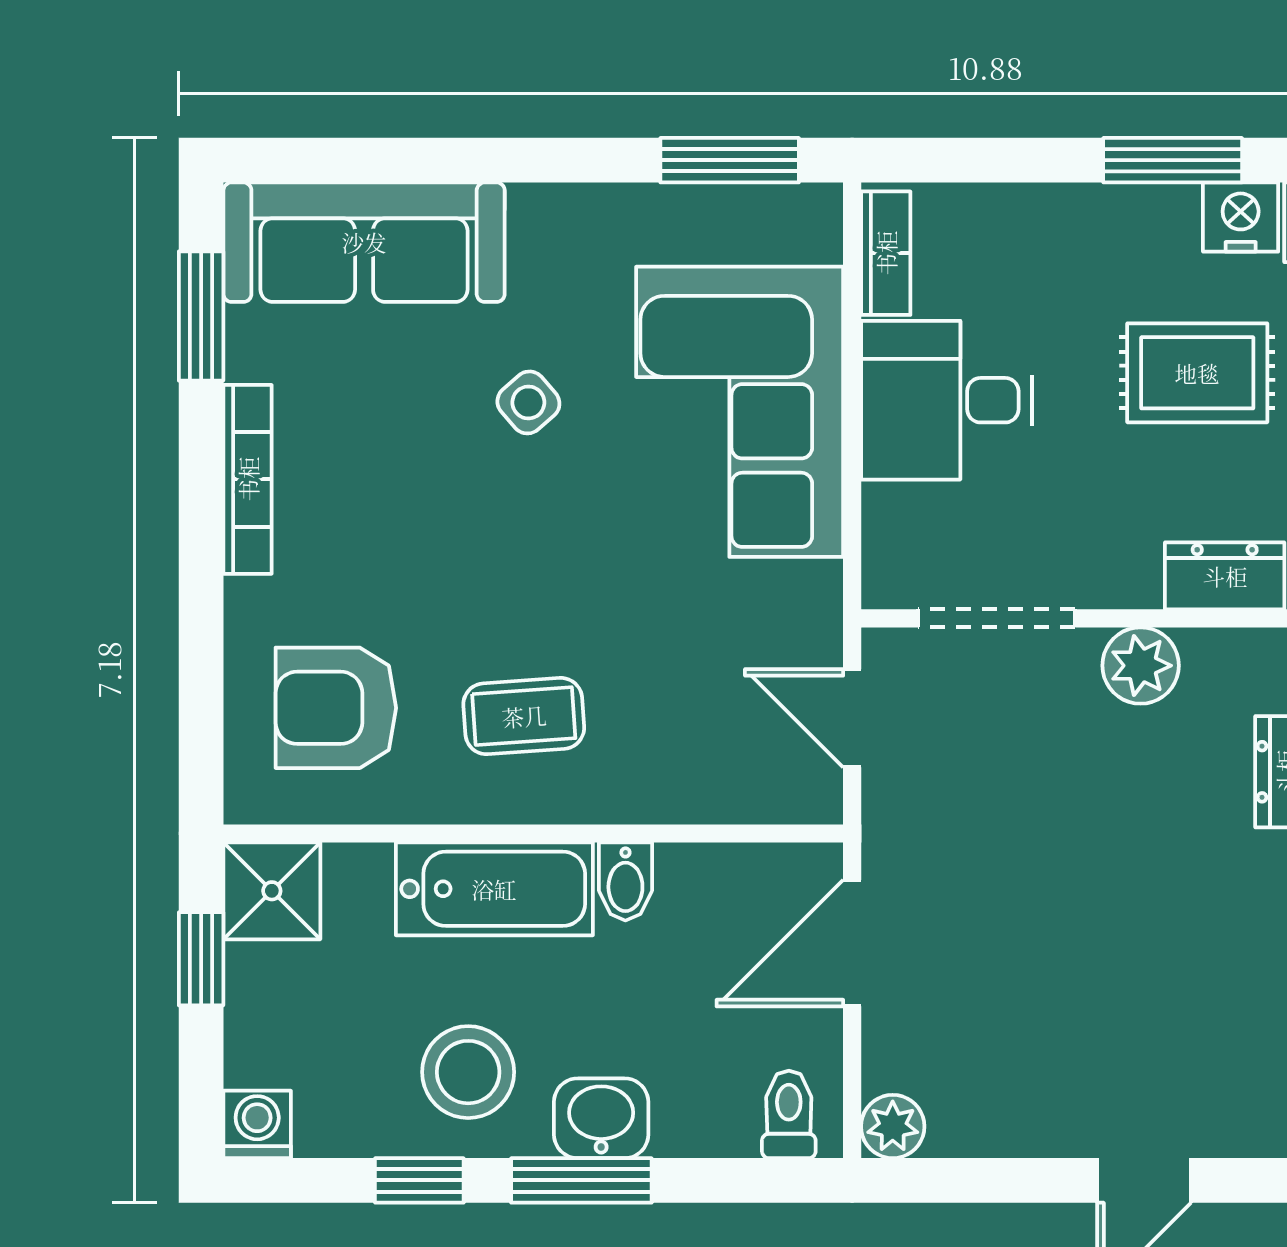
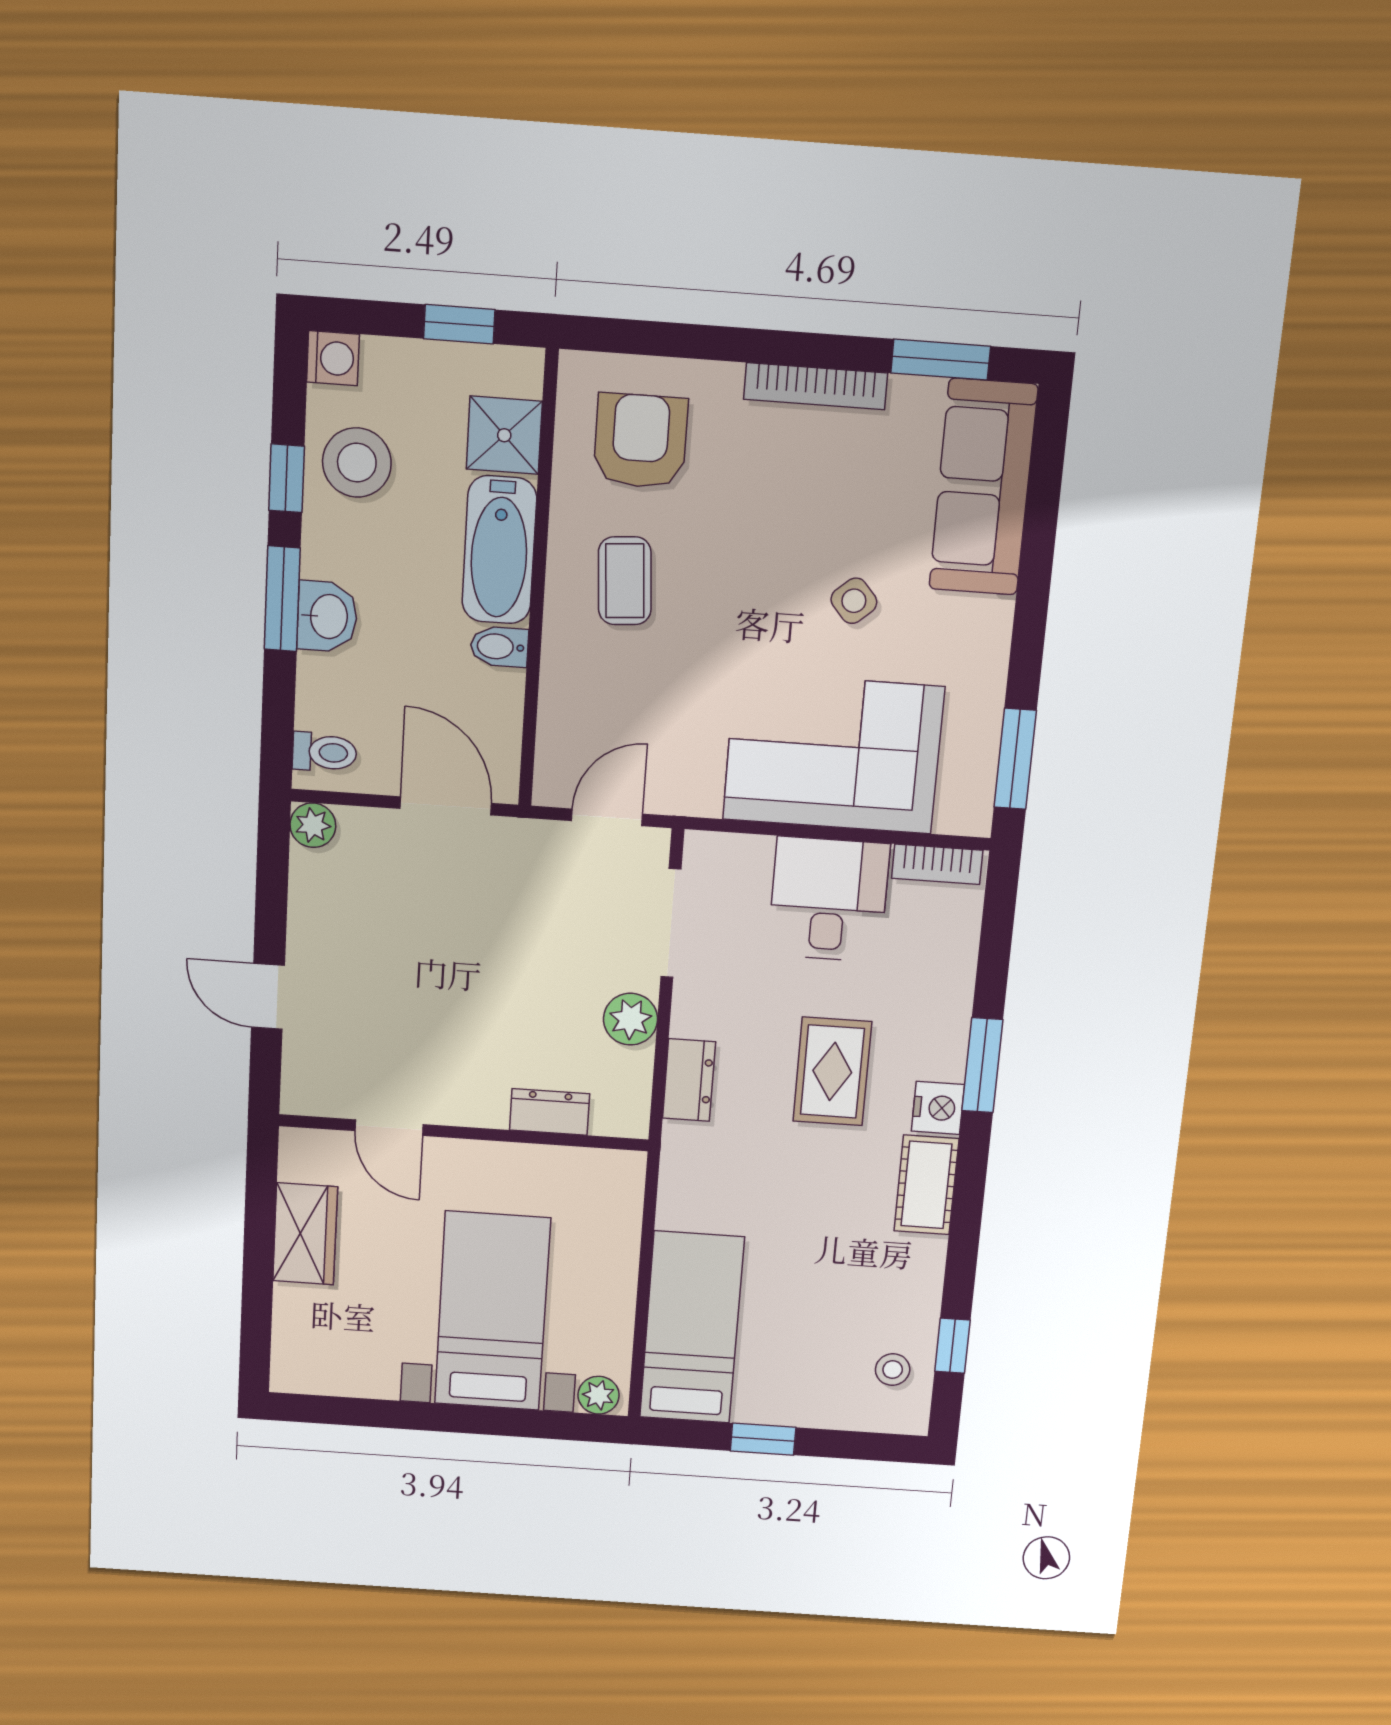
shower: (272, 891) -> (504, 435), moved
stool: (468, 1072) -> (357, 463), moved

